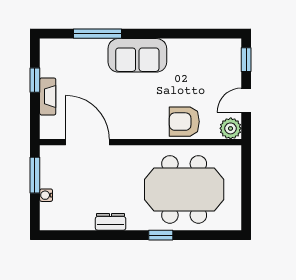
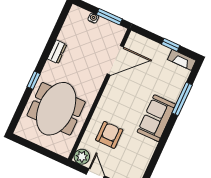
fireplace: (48, 96) -> (182, 60), moved
armchair: (184, 122) -> (109, 135), moved

